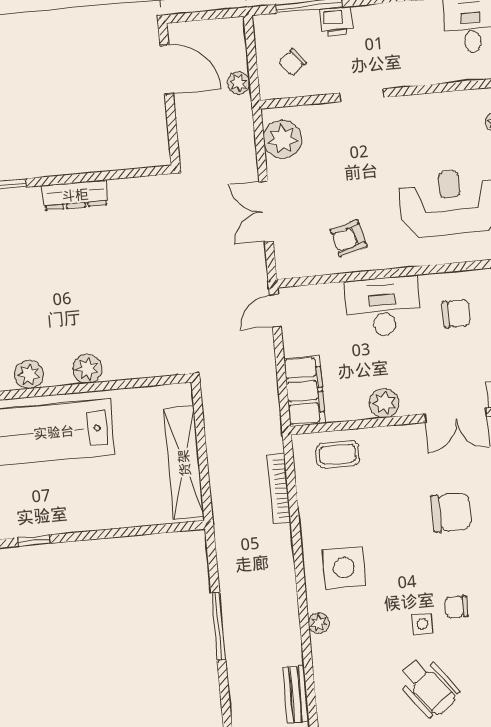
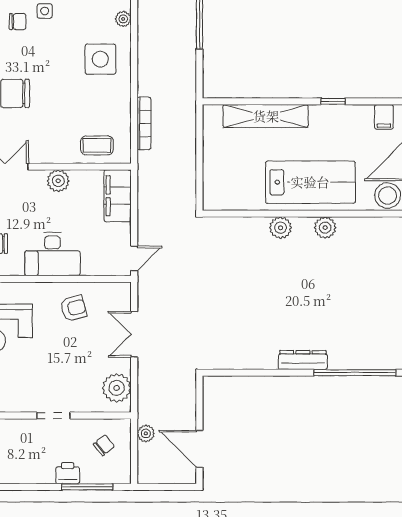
dresser: (75, 195) -> (303, 360), moved
double door: (266, 211) -> (134, 334), swing flipped
shelving: (184, 463) -> (266, 116), moved, turned 90

